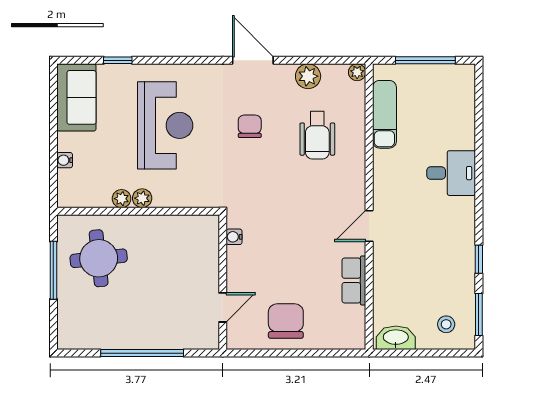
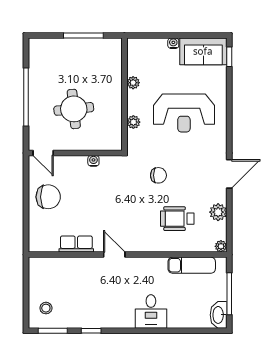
window: (118, 60) -> (229, 57), moved
chair: (250, 126) -> (158, 175), moved
water cooler: (65, 160) -> (173, 43), moved
plant: (142, 198) -> (133, 122), moved
water cooler: (234, 237) -> (93, 161), moved
round table: (99, 258) -> (74, 109), moved
door: (223, 307) -> (43, 153), moved
washbasin: (396, 338) -> (219, 315), moved, turned 180

